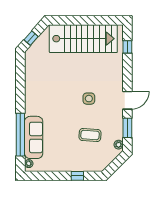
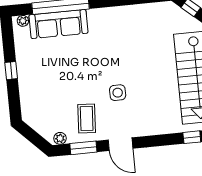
coffee table: (90, 135) -> (87, 118), moved
window: (77, 176) -> (11, 71), moved

